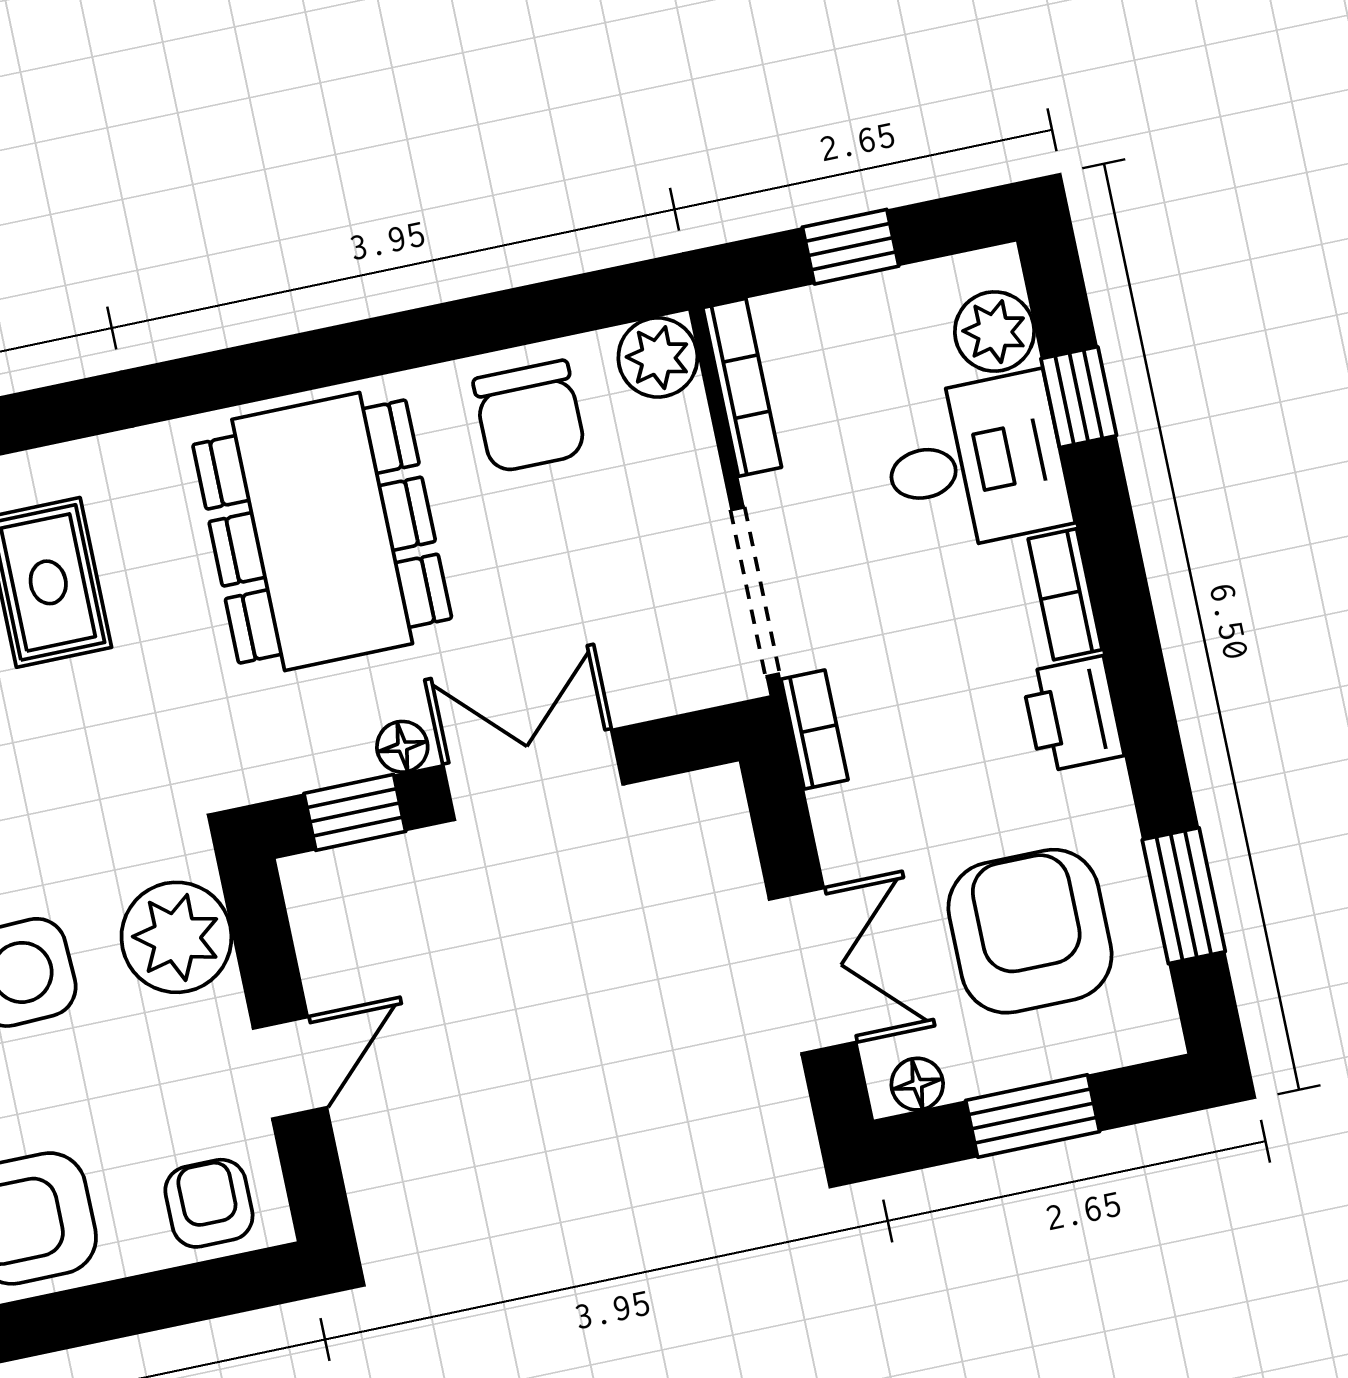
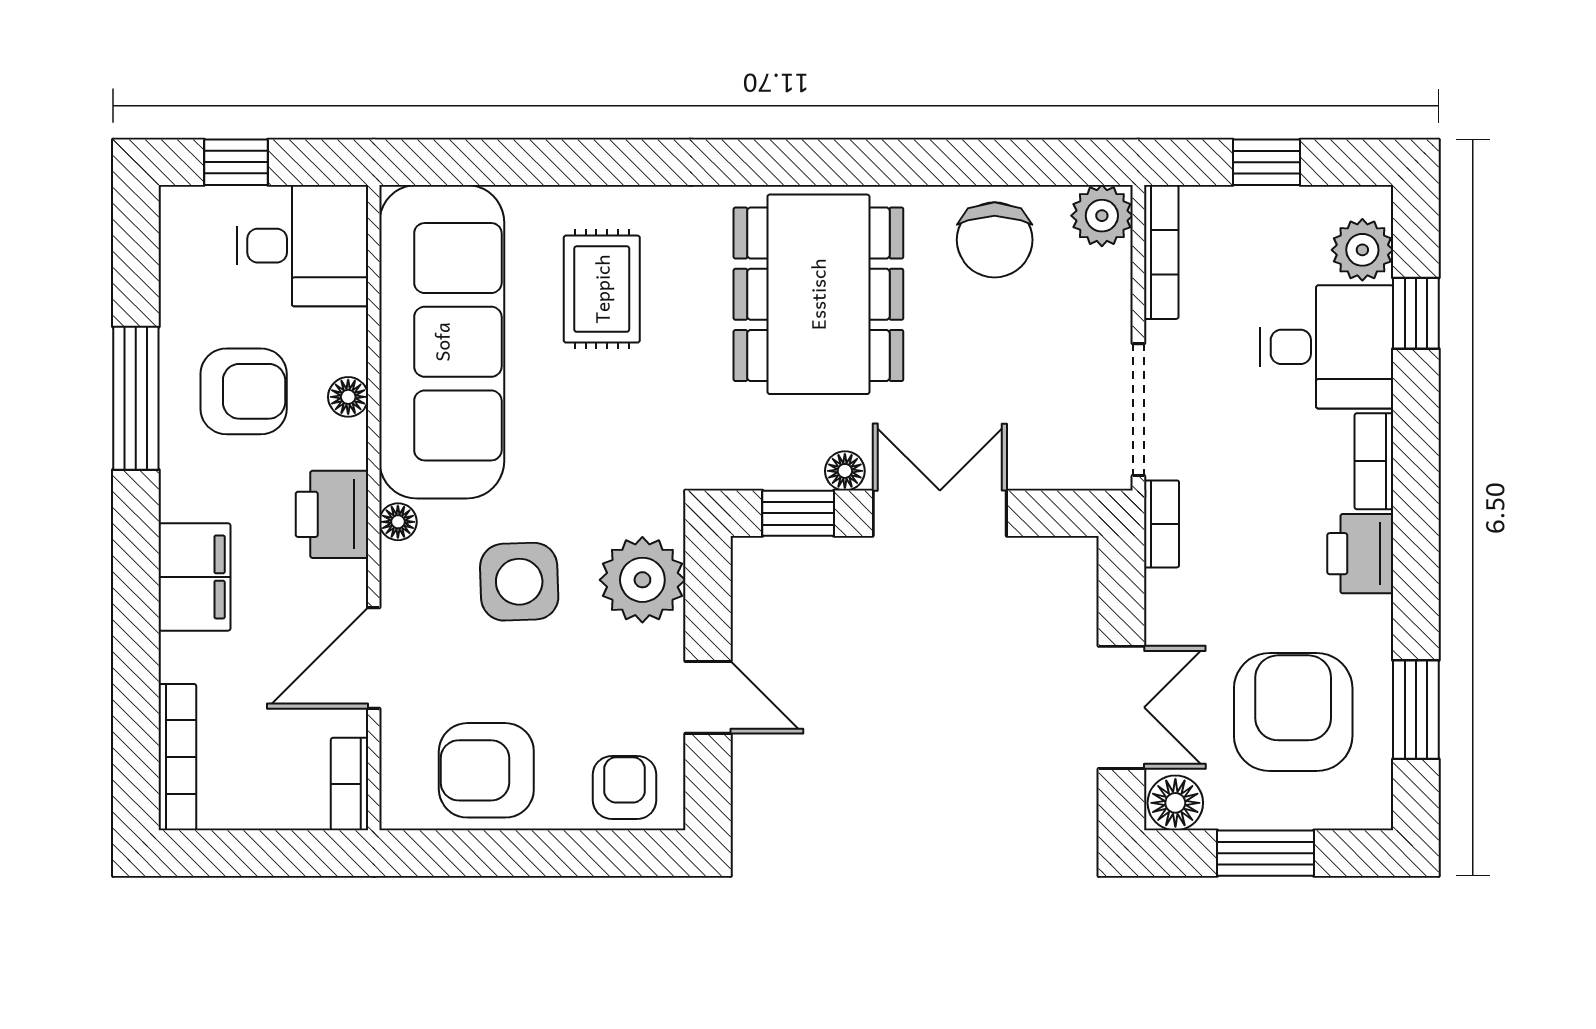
door: (290, 1068) -> (708, 697), hinge flipped
floor lamp: (917, 1084) -> (1175, 803), width x1.37, depth x1.37

